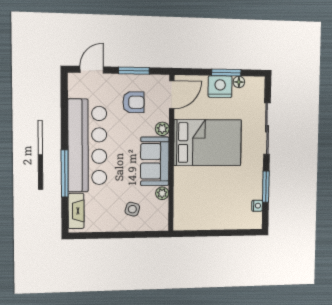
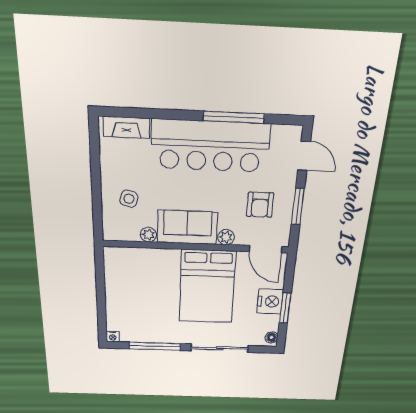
floor lamp: (239, 82) -> (272, 337), moved
window: (65, 173) -> (234, 117), moved
window: (266, 187) -> (155, 346), width x1.44
nightstand: (257, 206) -> (113, 337), moved

